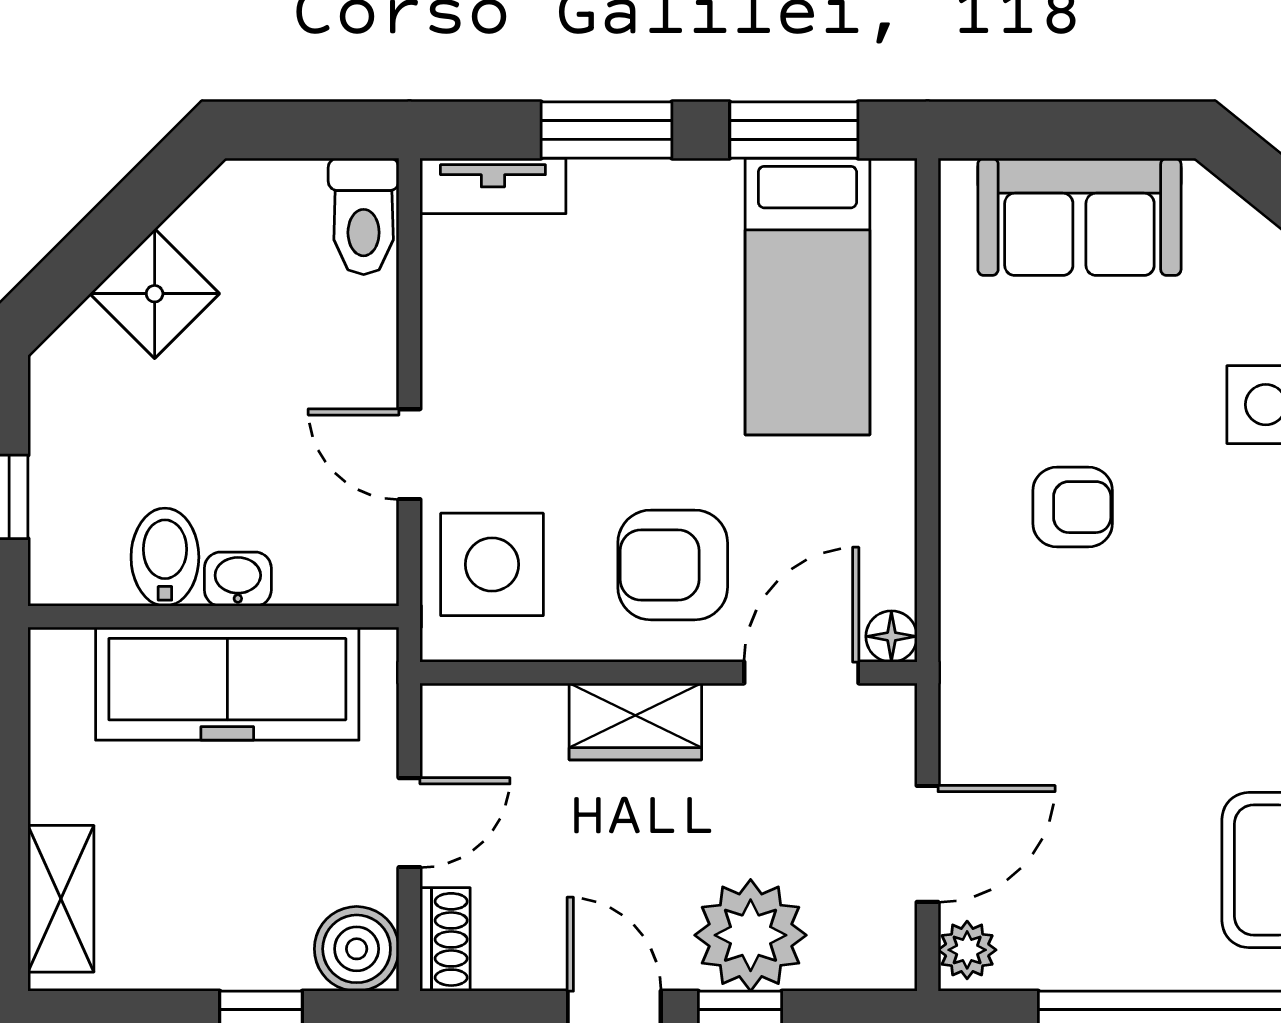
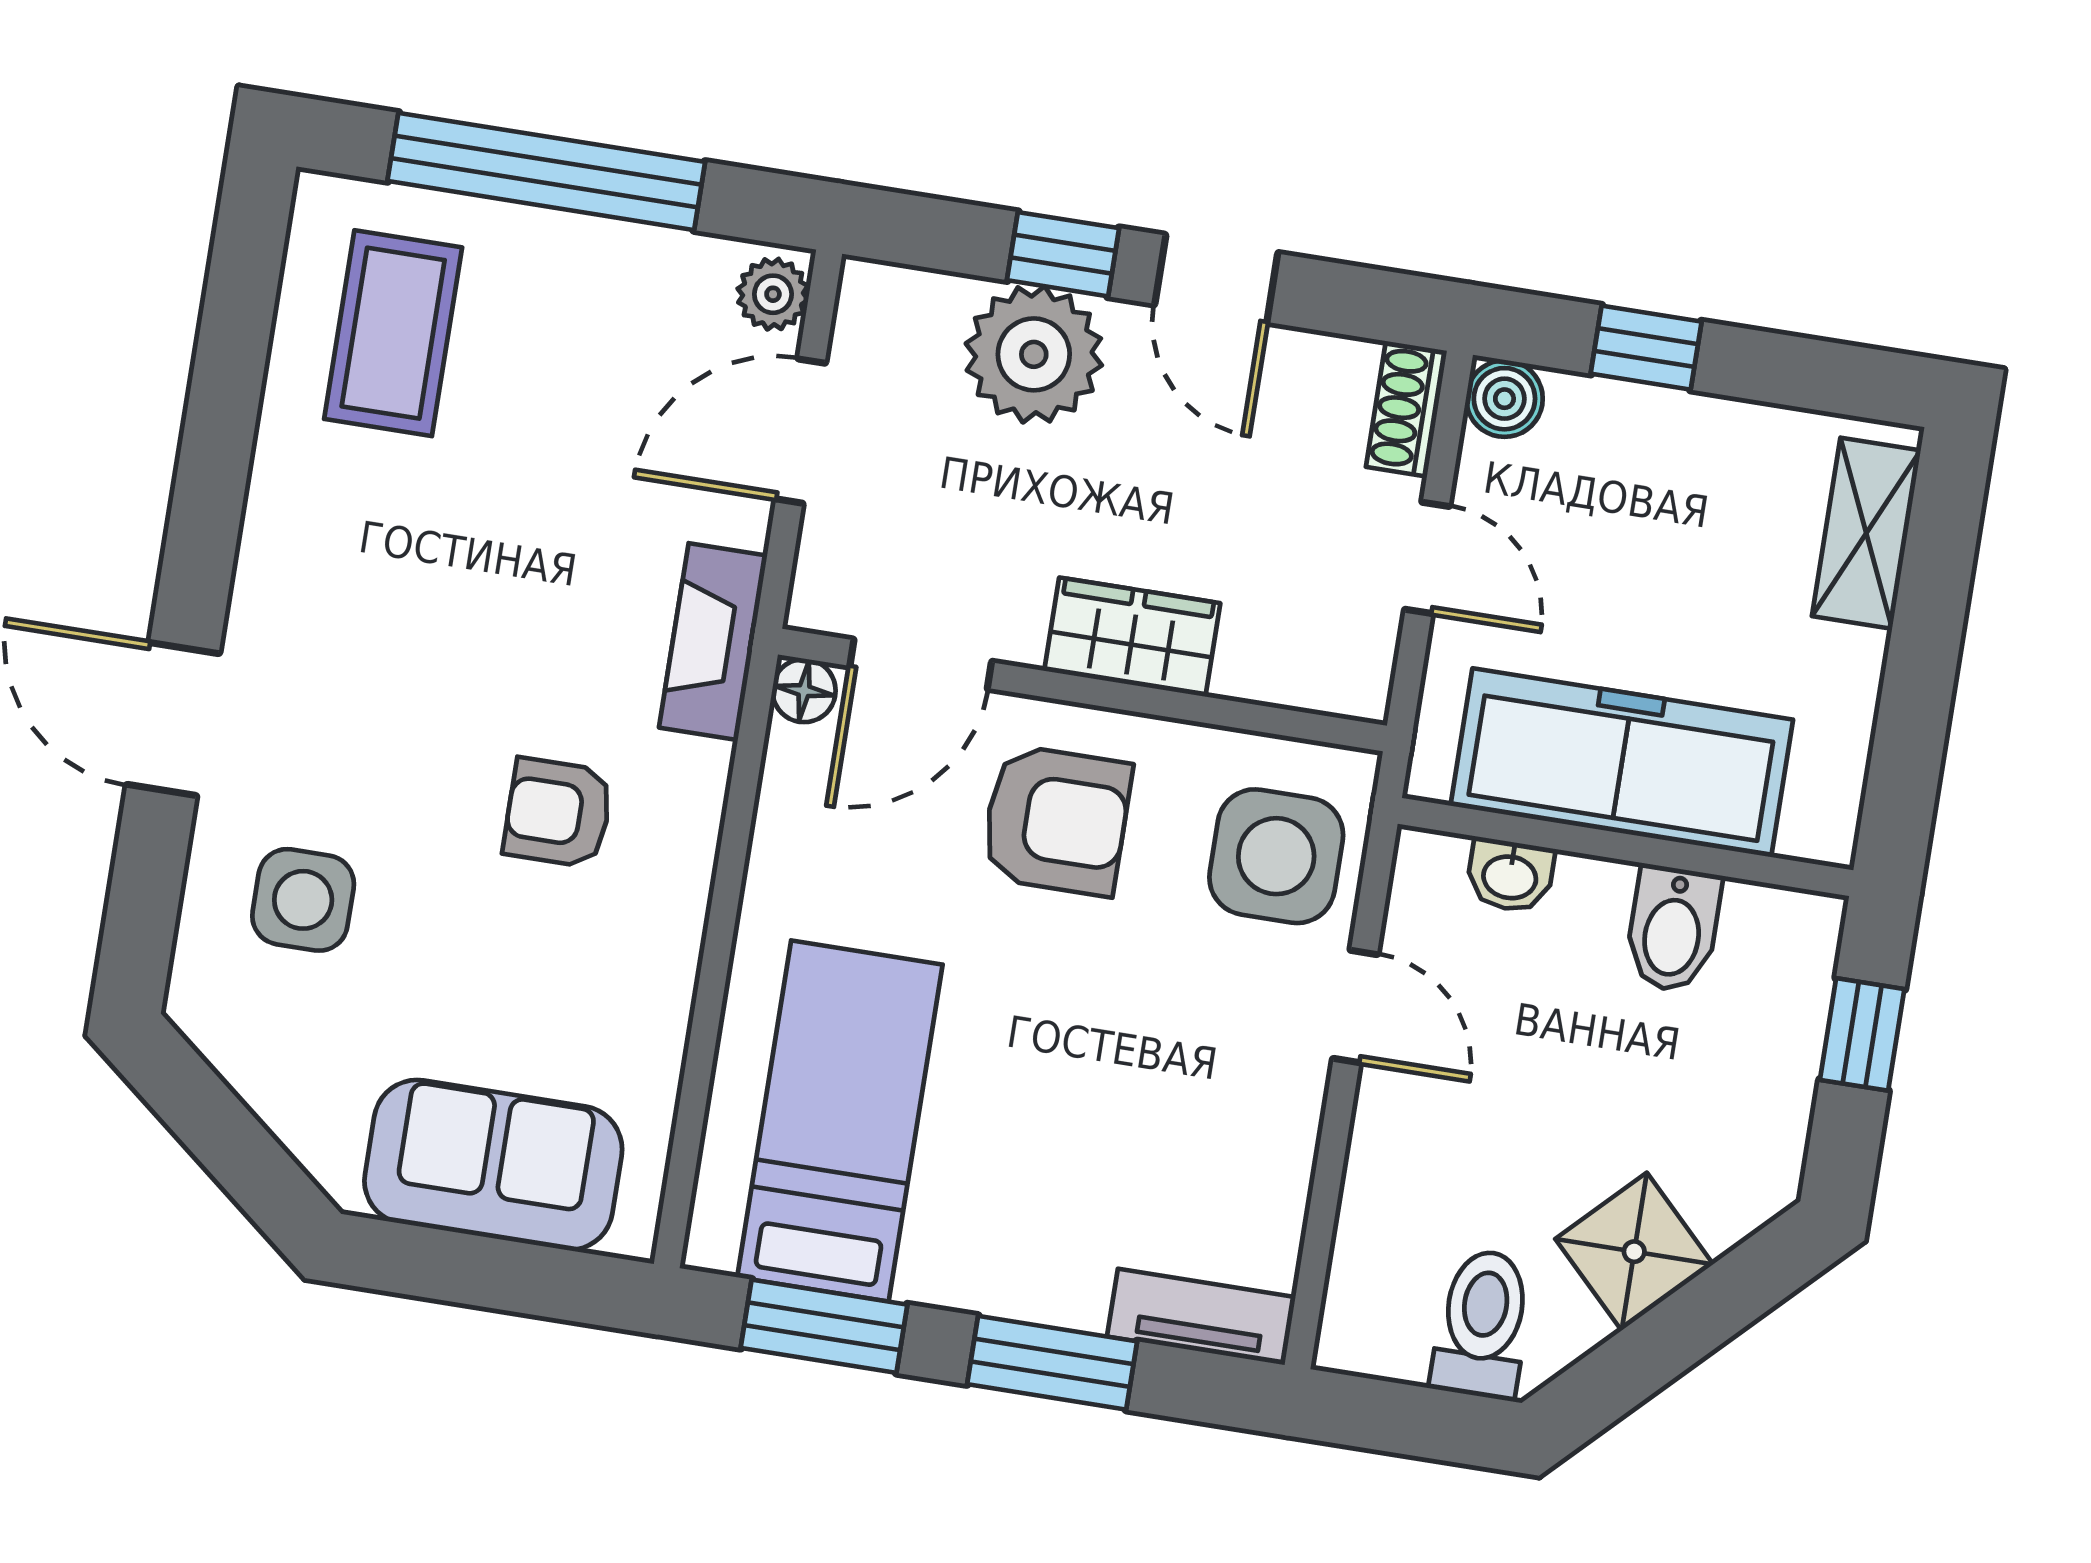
toilet: (364, 216) -> (1482, 1324), moved
washbasin: (238, 579) -> (1510, 875), moved
fireplace: (970, 664) -> (713, 642), added
door: (409, 823) -> (1427, 558), swing flipped
boiler: (357, 949) -> (1504, 399), width x0.73, depth x0.73

